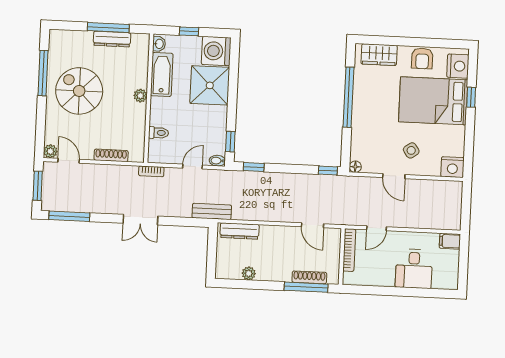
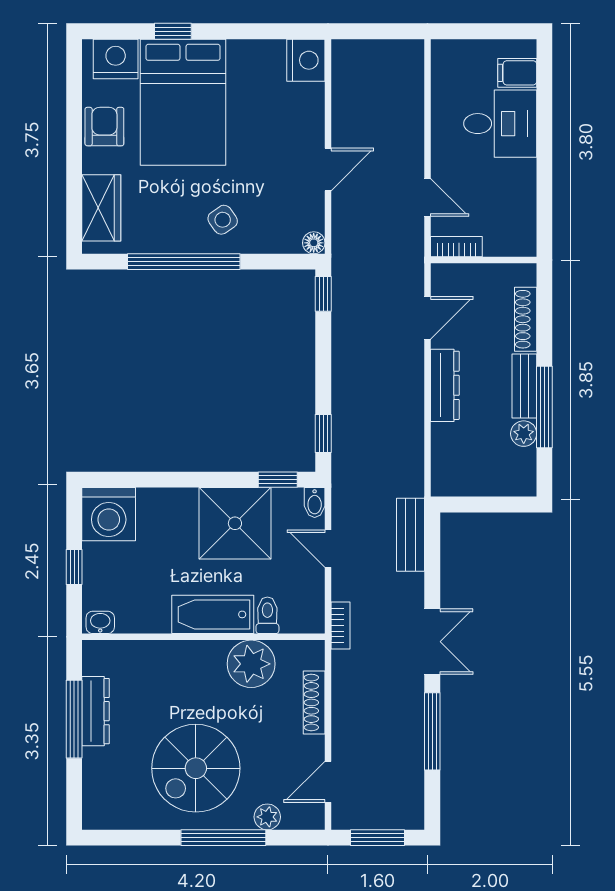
armchair: (422, 58) -> (104, 127), turned -90
window: (43, 73) -> (223, 838), moved
bathtub: (162, 75) -> (213, 614), moved
shower: (210, 85) -> (235, 523), moved
plant: (140, 96) -> (251, 664), moved, width x1.87, depth x1.87
side table: (411, 150) -> (223, 220), moved
plant: (50, 151) -> (267, 817), moved
bench: (212, 211) -> (410, 535), moved
window: (69, 216) -> (432, 731), moved
dresser: (240, 231) -> (445, 385), moved
filing cabinet: (450, 241) -> (517, 73), moved, turned 90
bookcase: (349, 250) -> (456, 247), width x0.64
bench: (274, 275) -> (524, 386), added
window: (306, 287) -> (544, 407), moved

